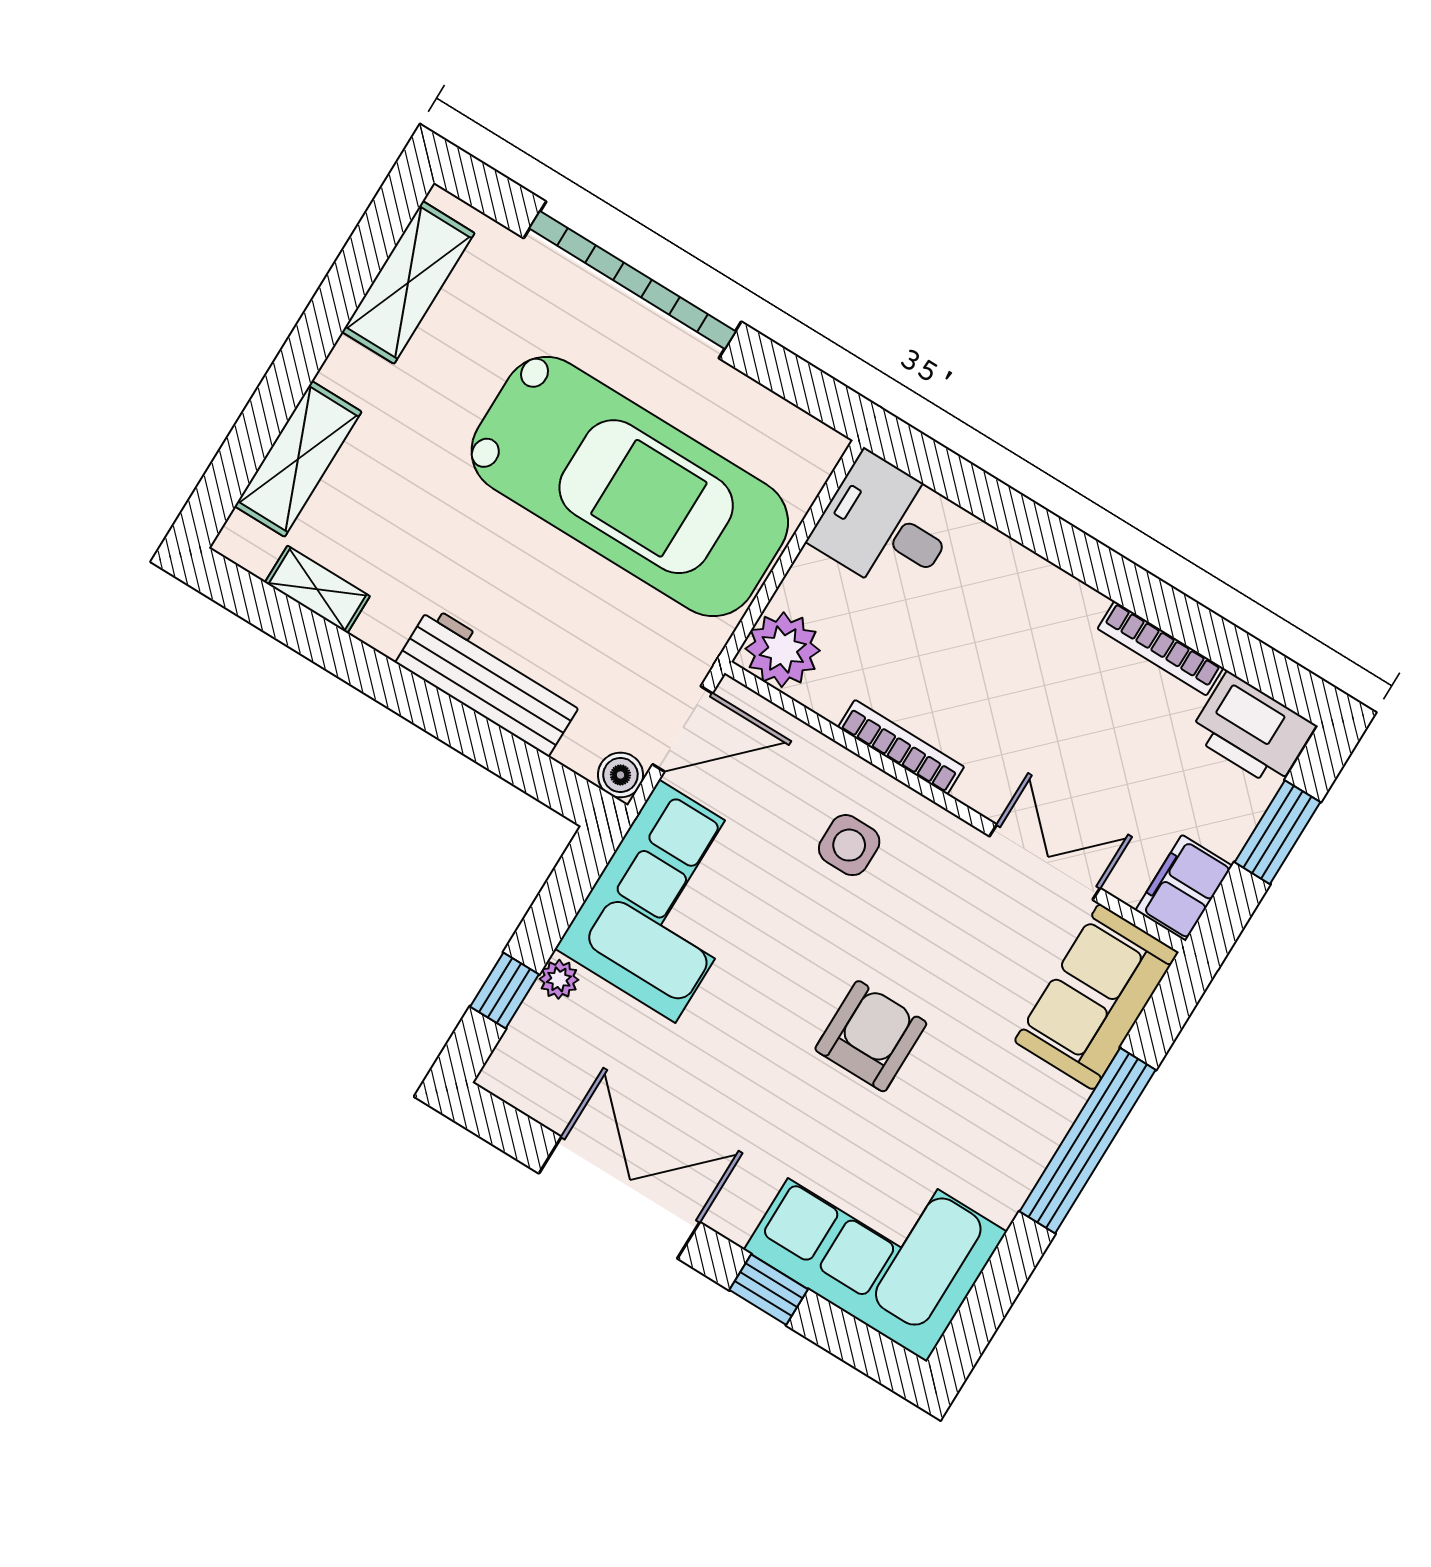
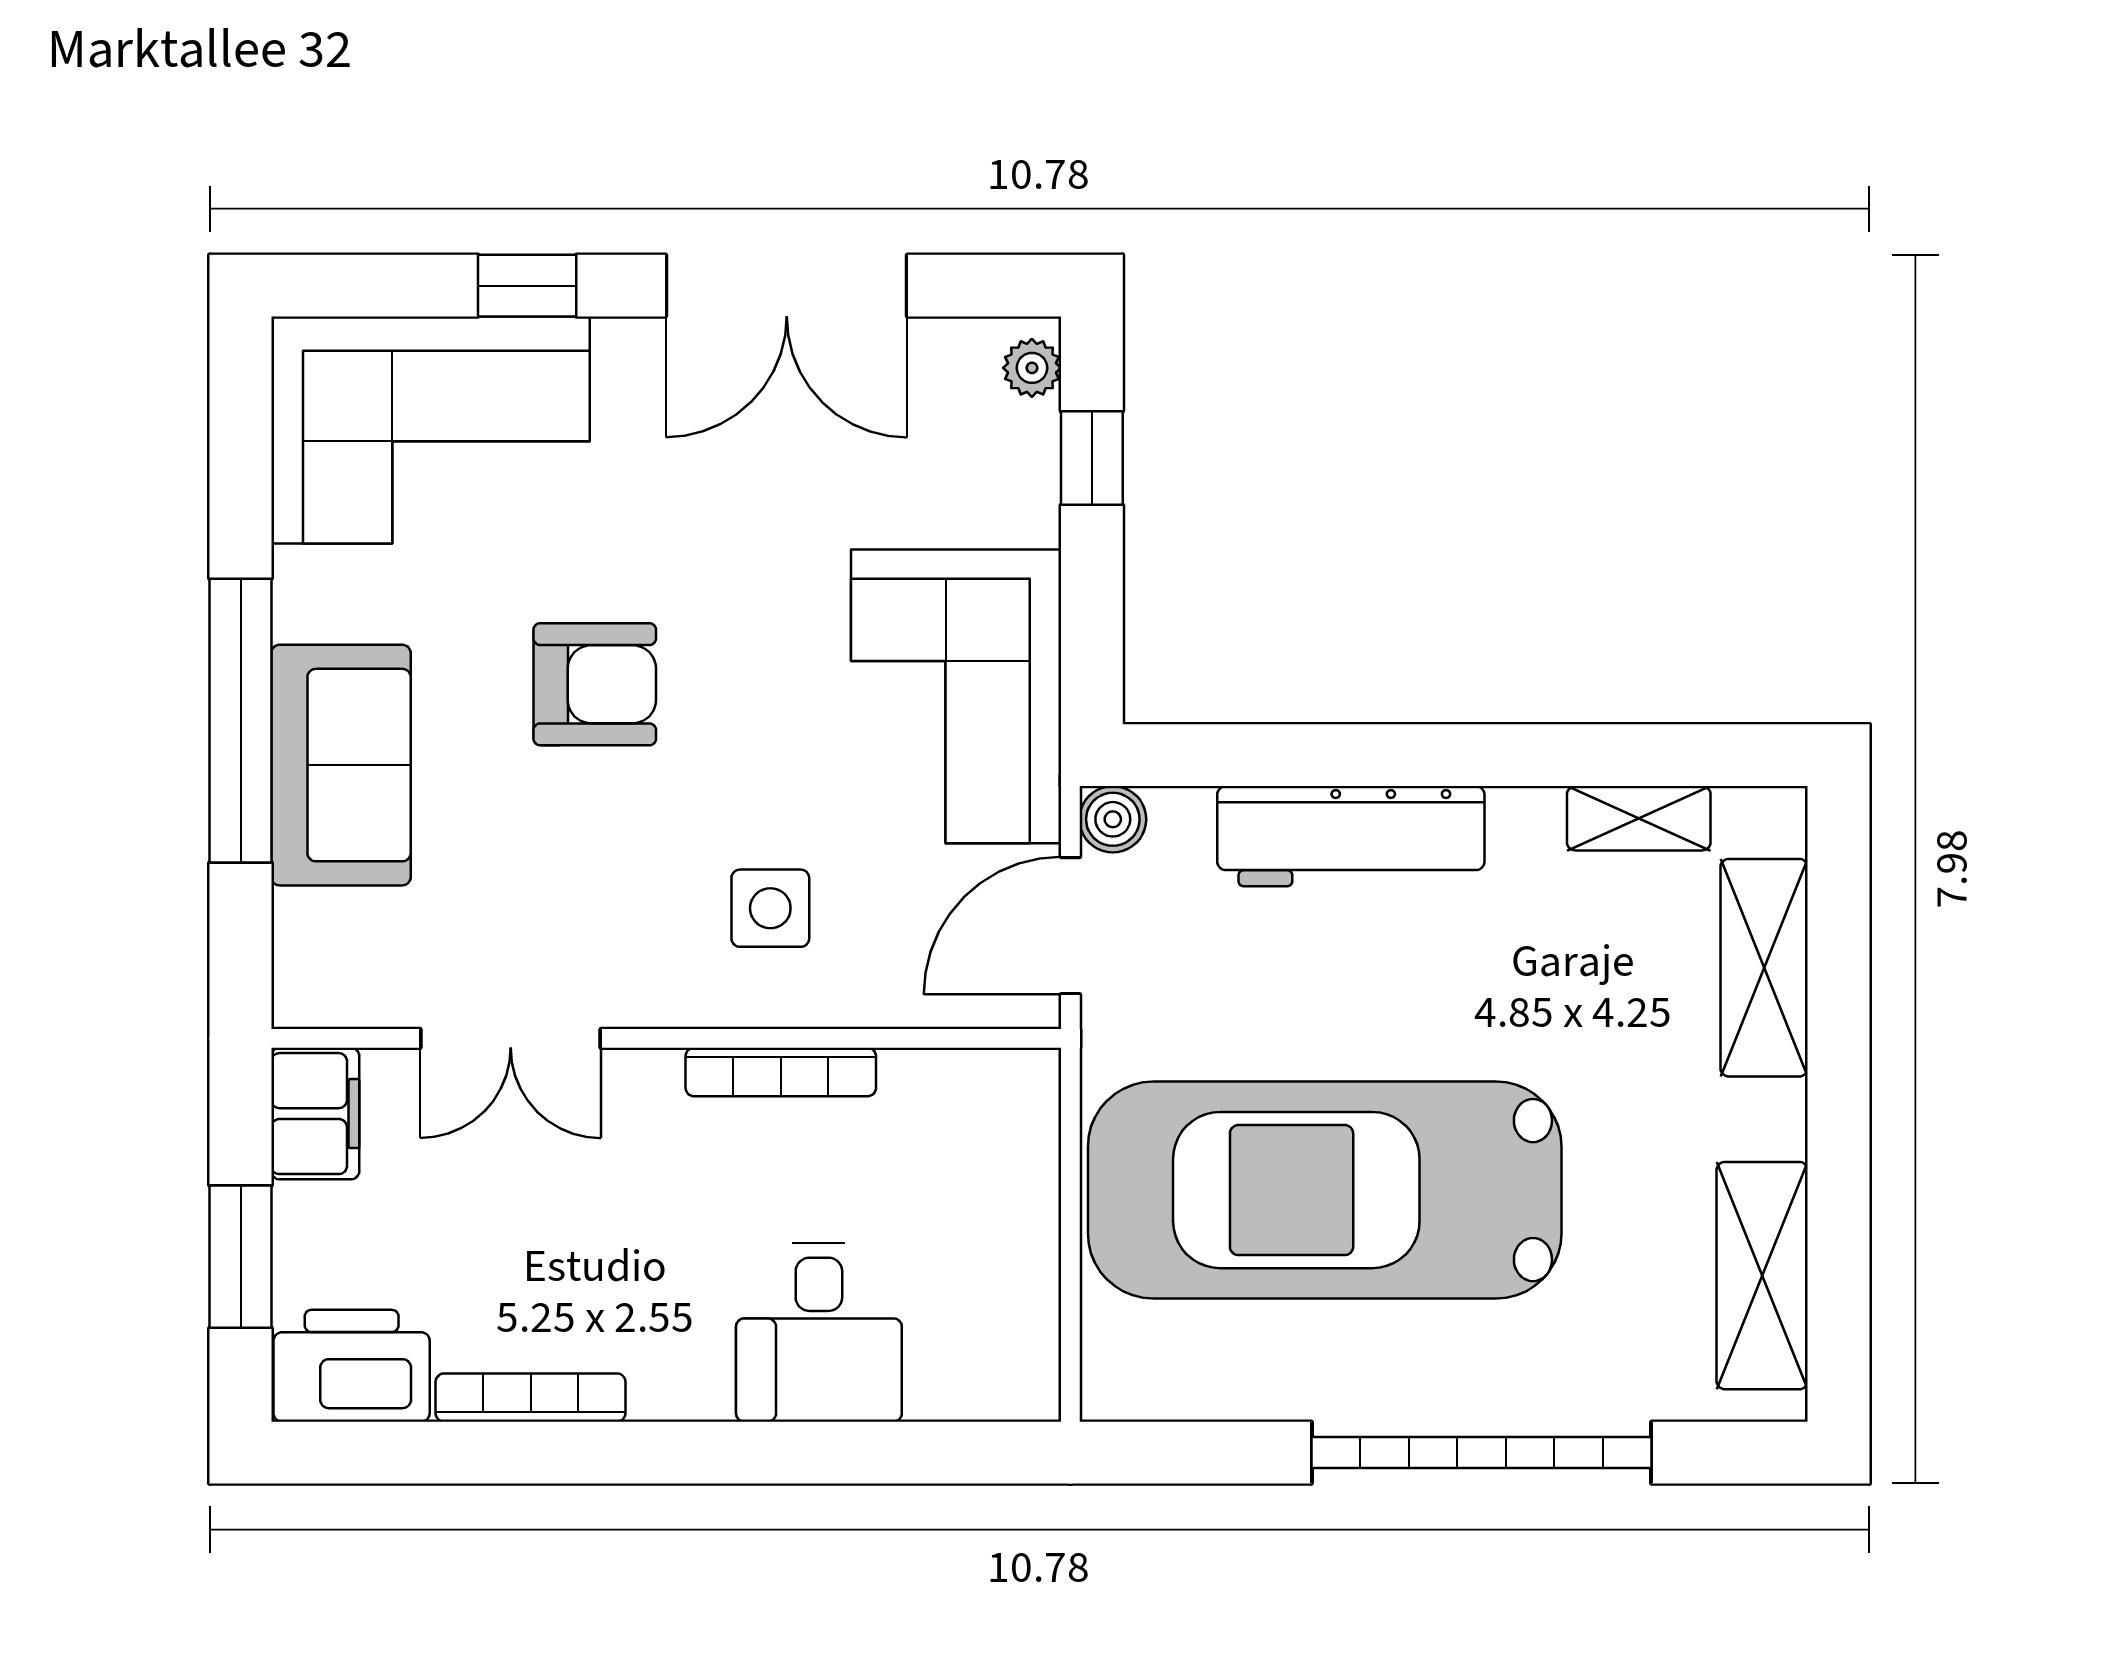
desk: (886, 526) -> (819, 1333), moved, turned 90
plant: (783, 650) -> (1006, 1103), removed
plant: (559, 979) -> (1032, 368), moved
sofa: (1096, 997) -> (341, 765), moved
armchair: (871, 1036) -> (595, 684), turned -90

